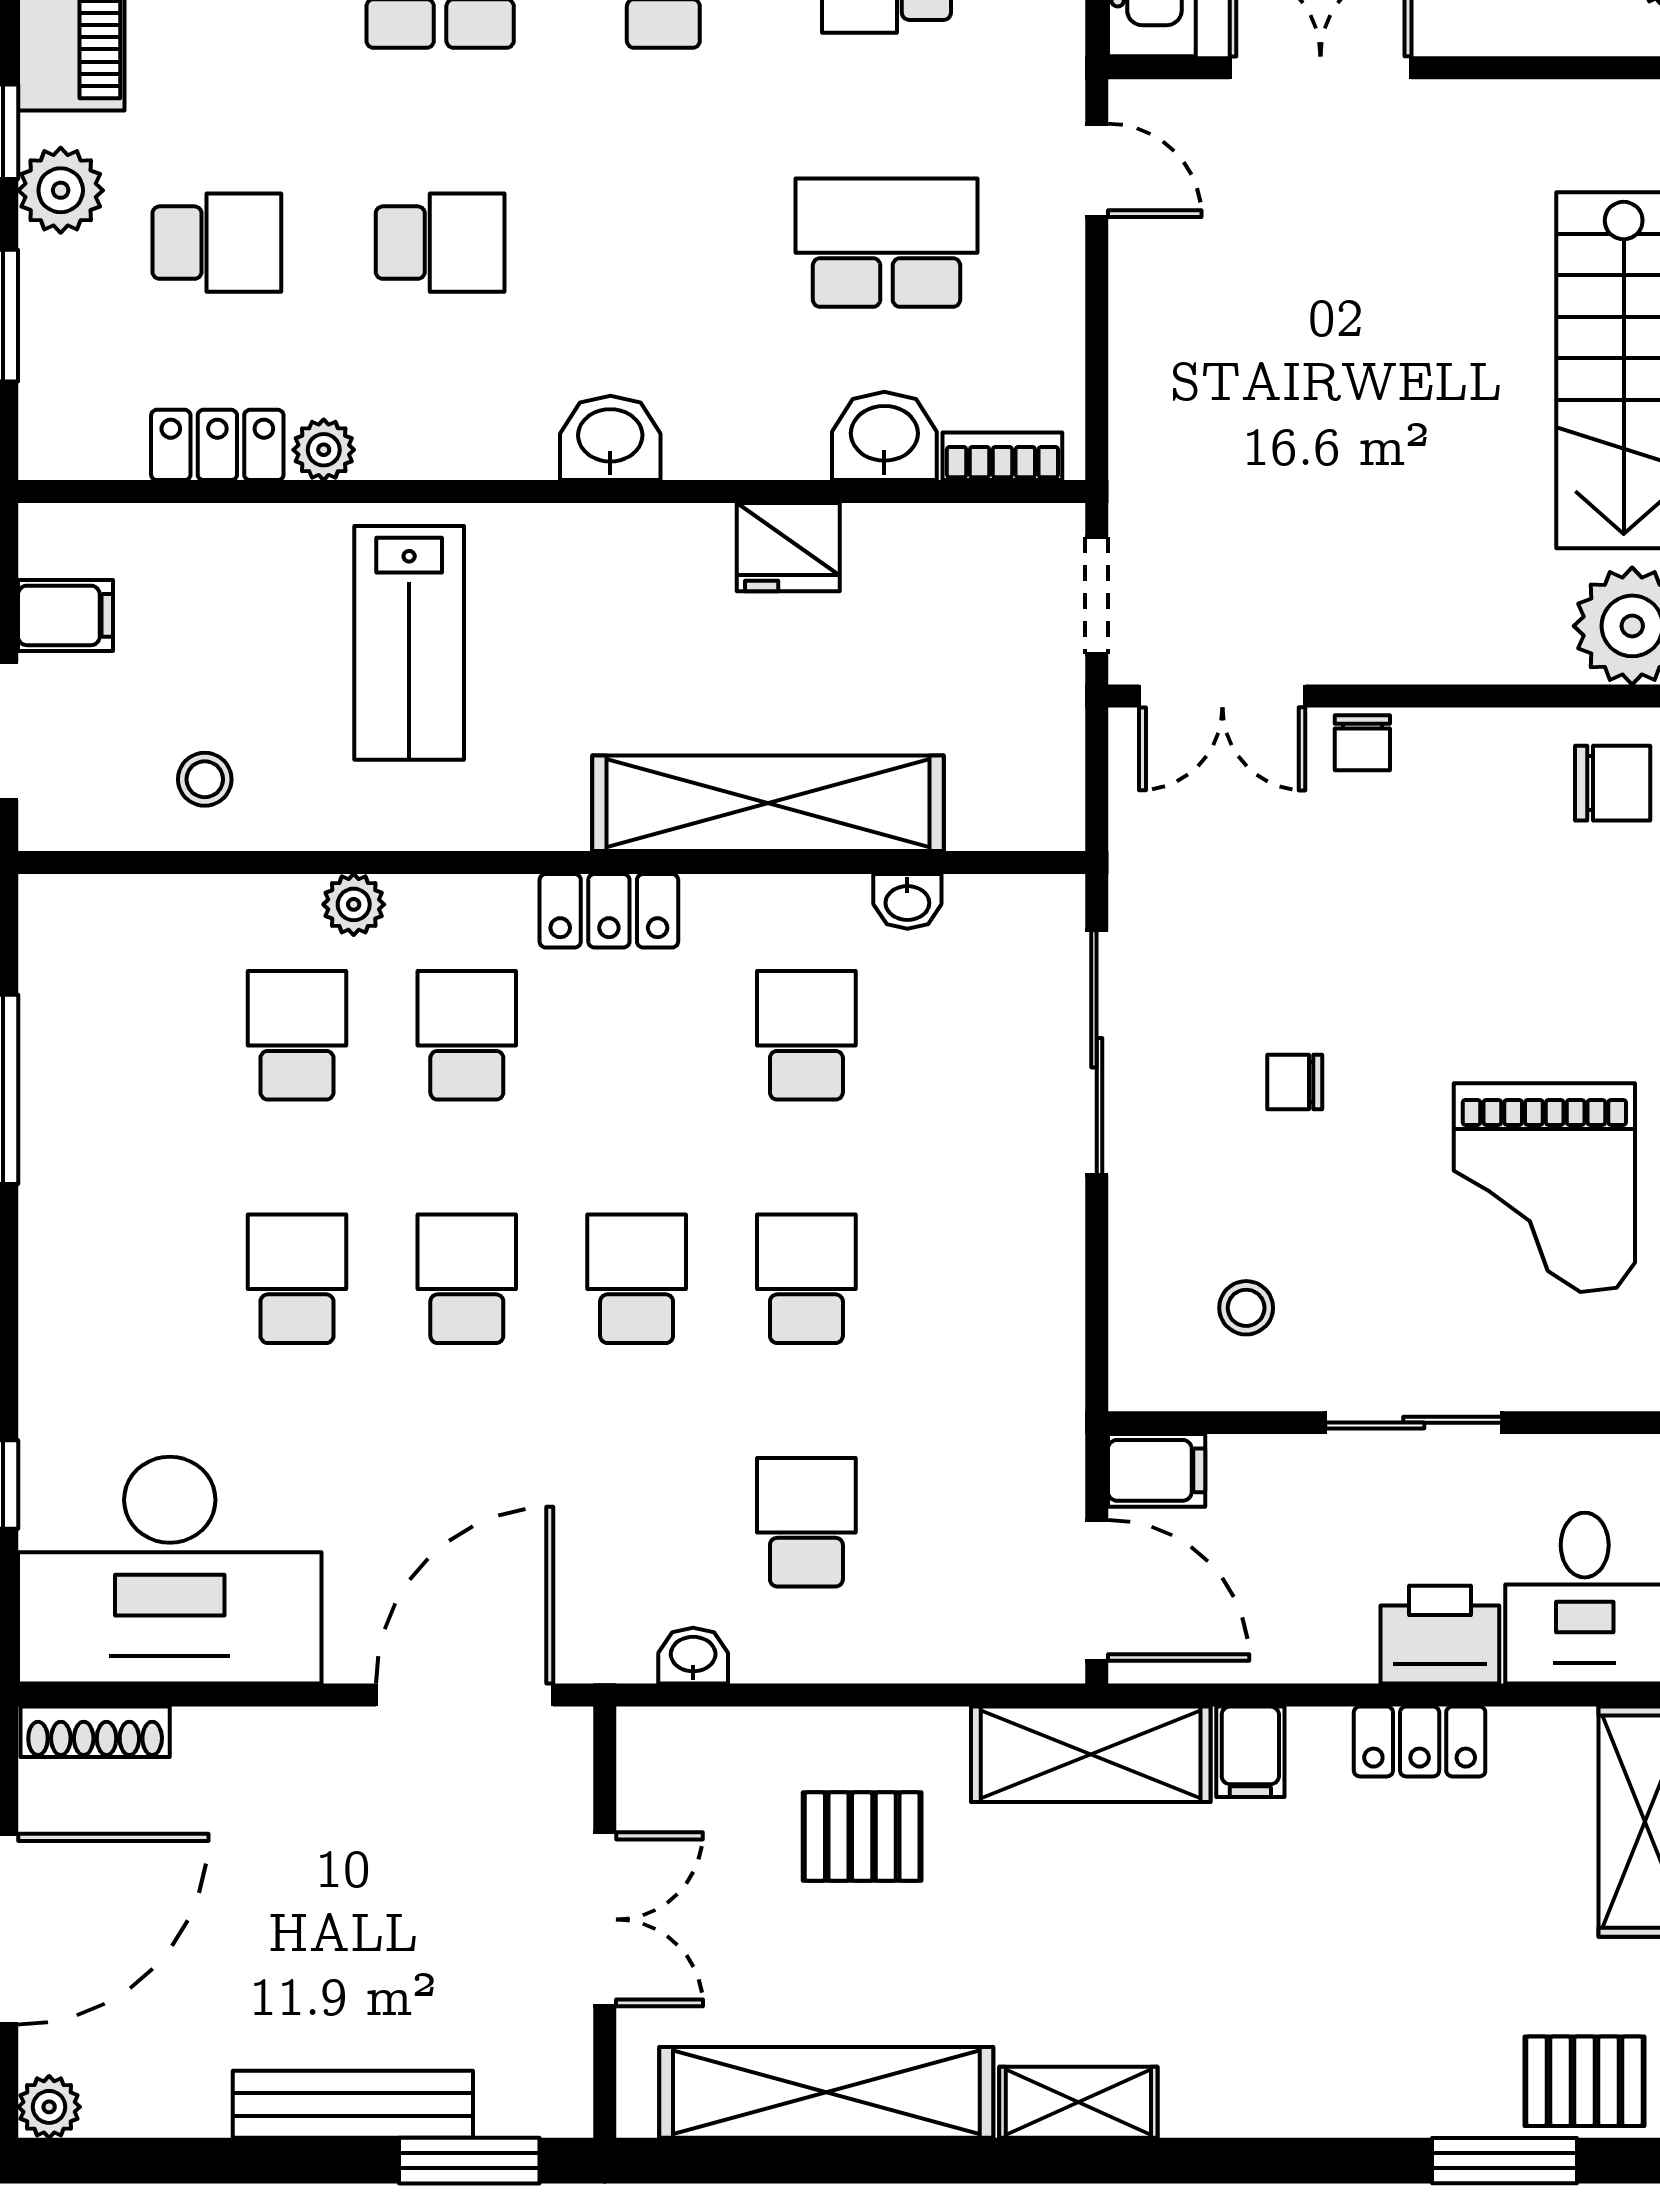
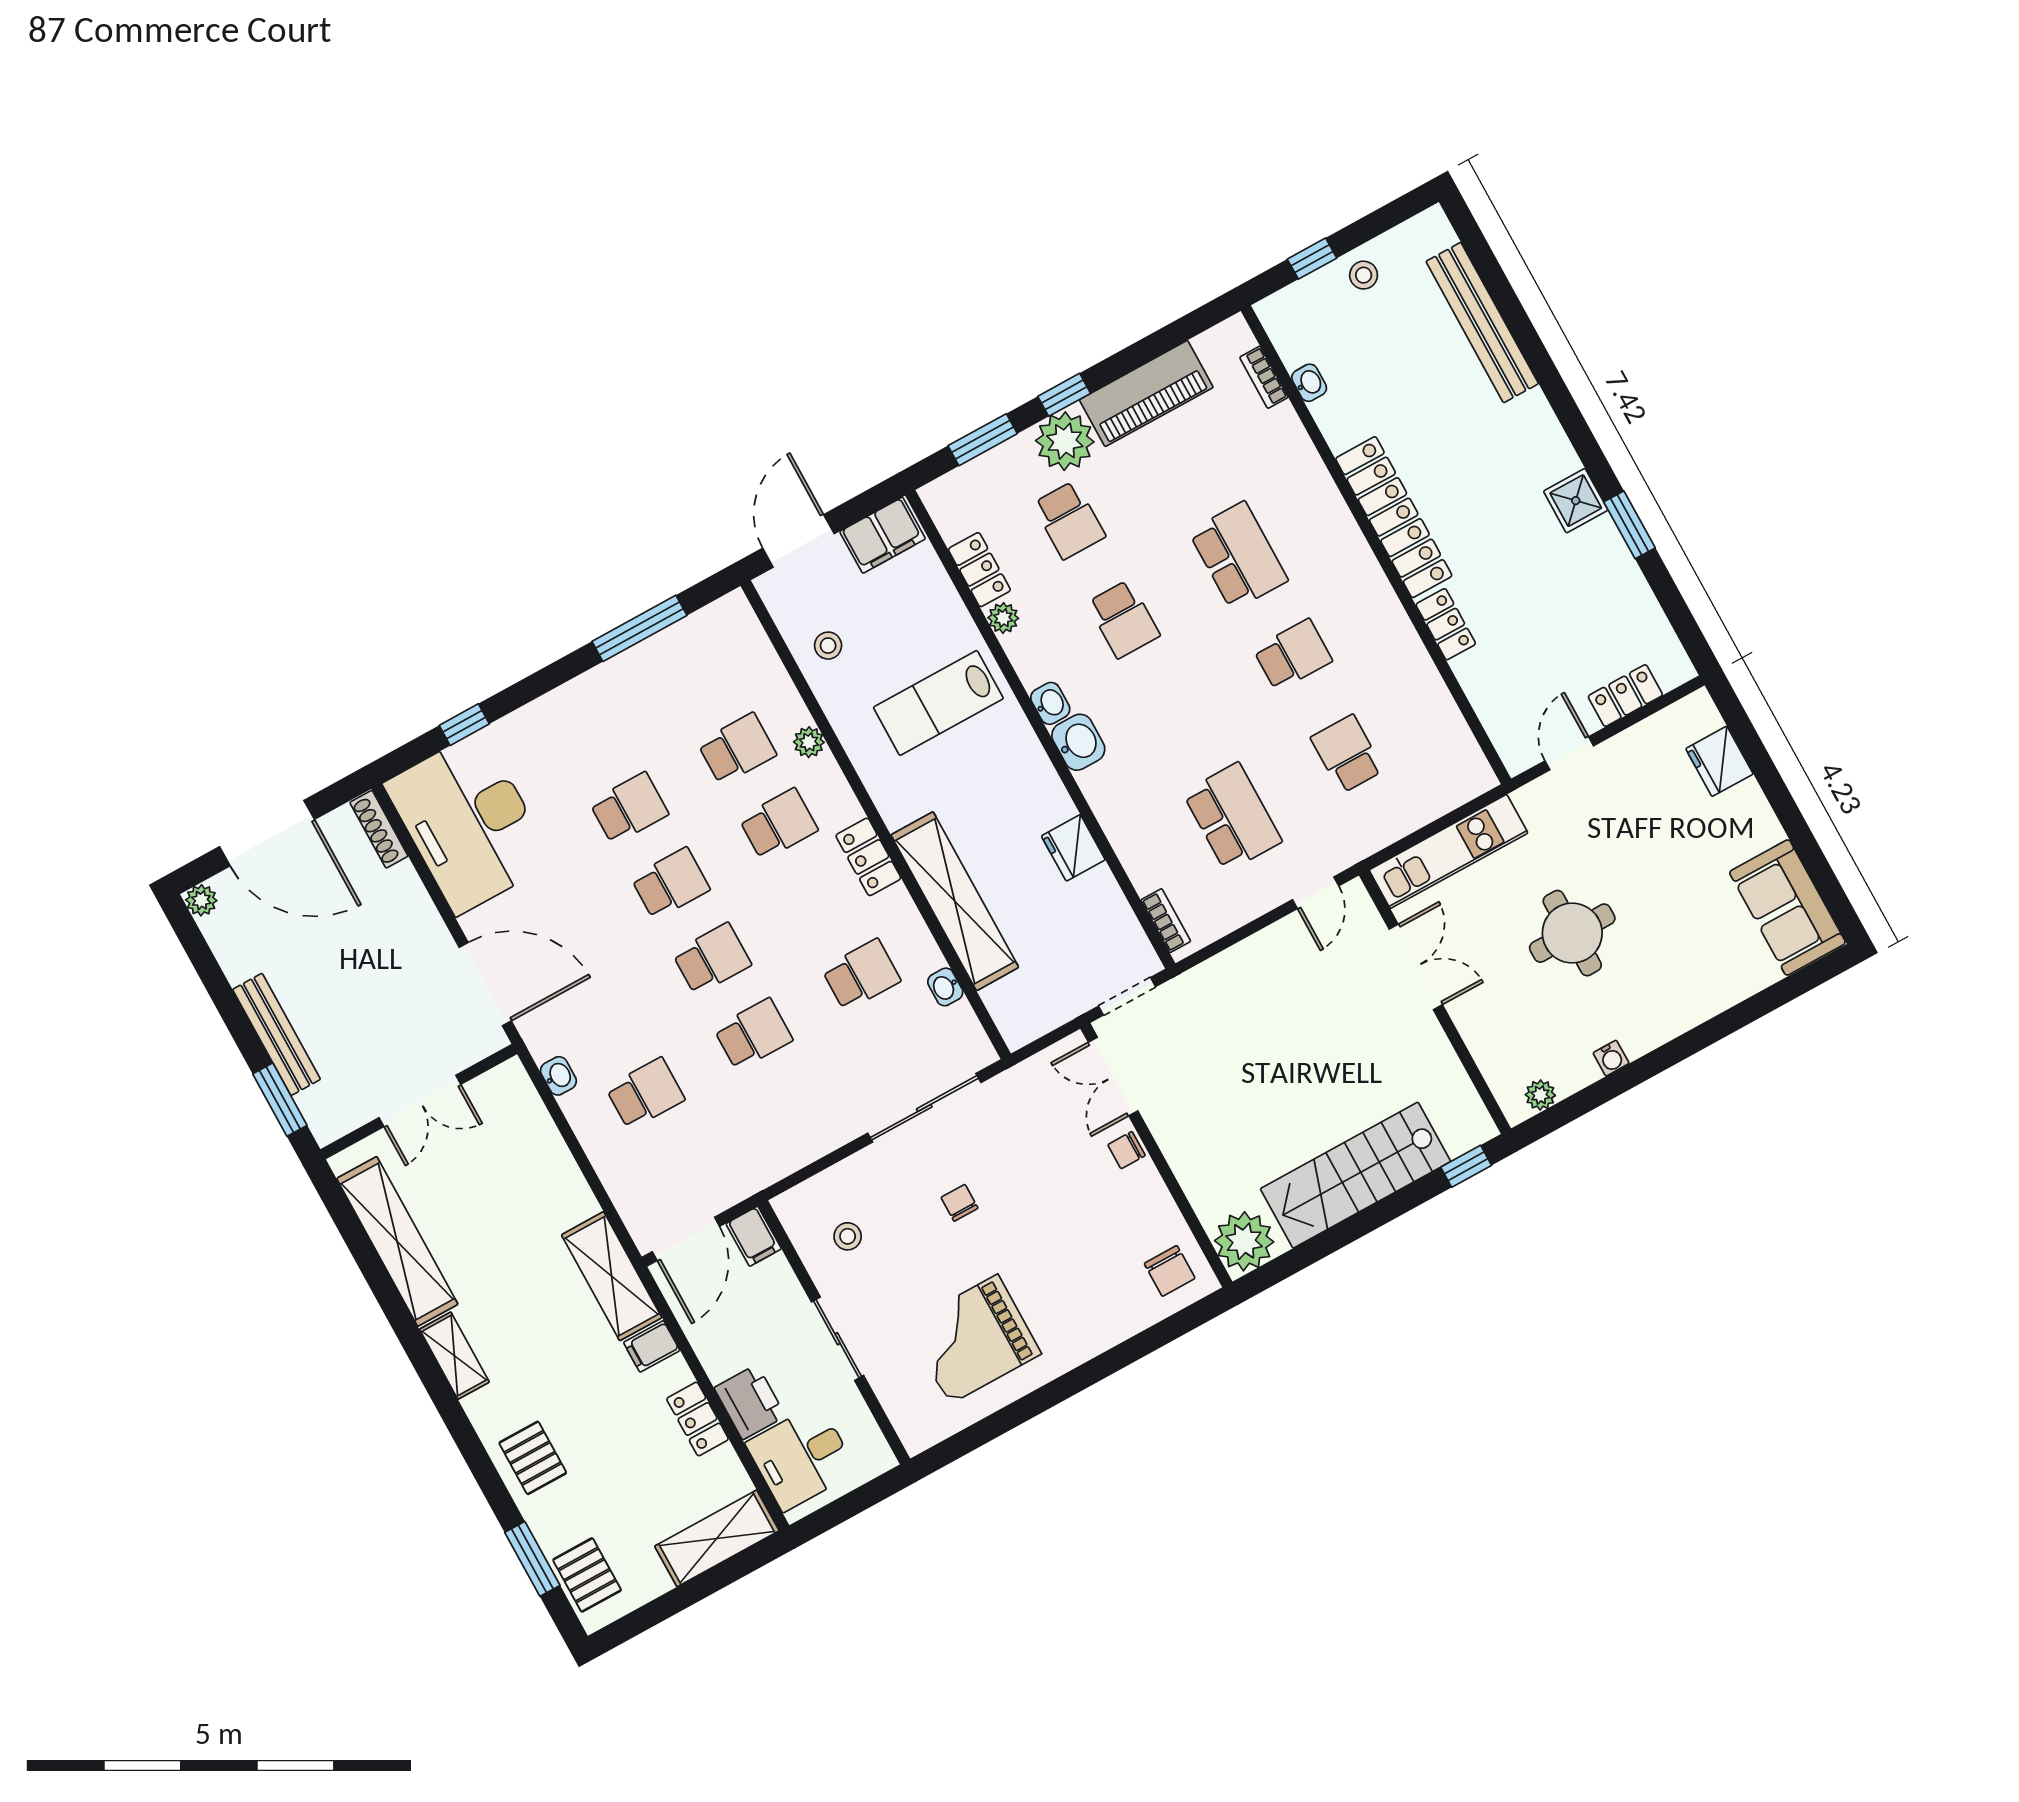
plant: (61, 190) -> (1065, 441), width x1.36, depth x1.36
washbasin: (884, 436) -> (1050, 703), moved, width x0.72, depth x0.69
filing cabinet: (65, 615) -> (883, 535), width x2.00
pallet: (862, 1837) -> (533, 1458), moved

